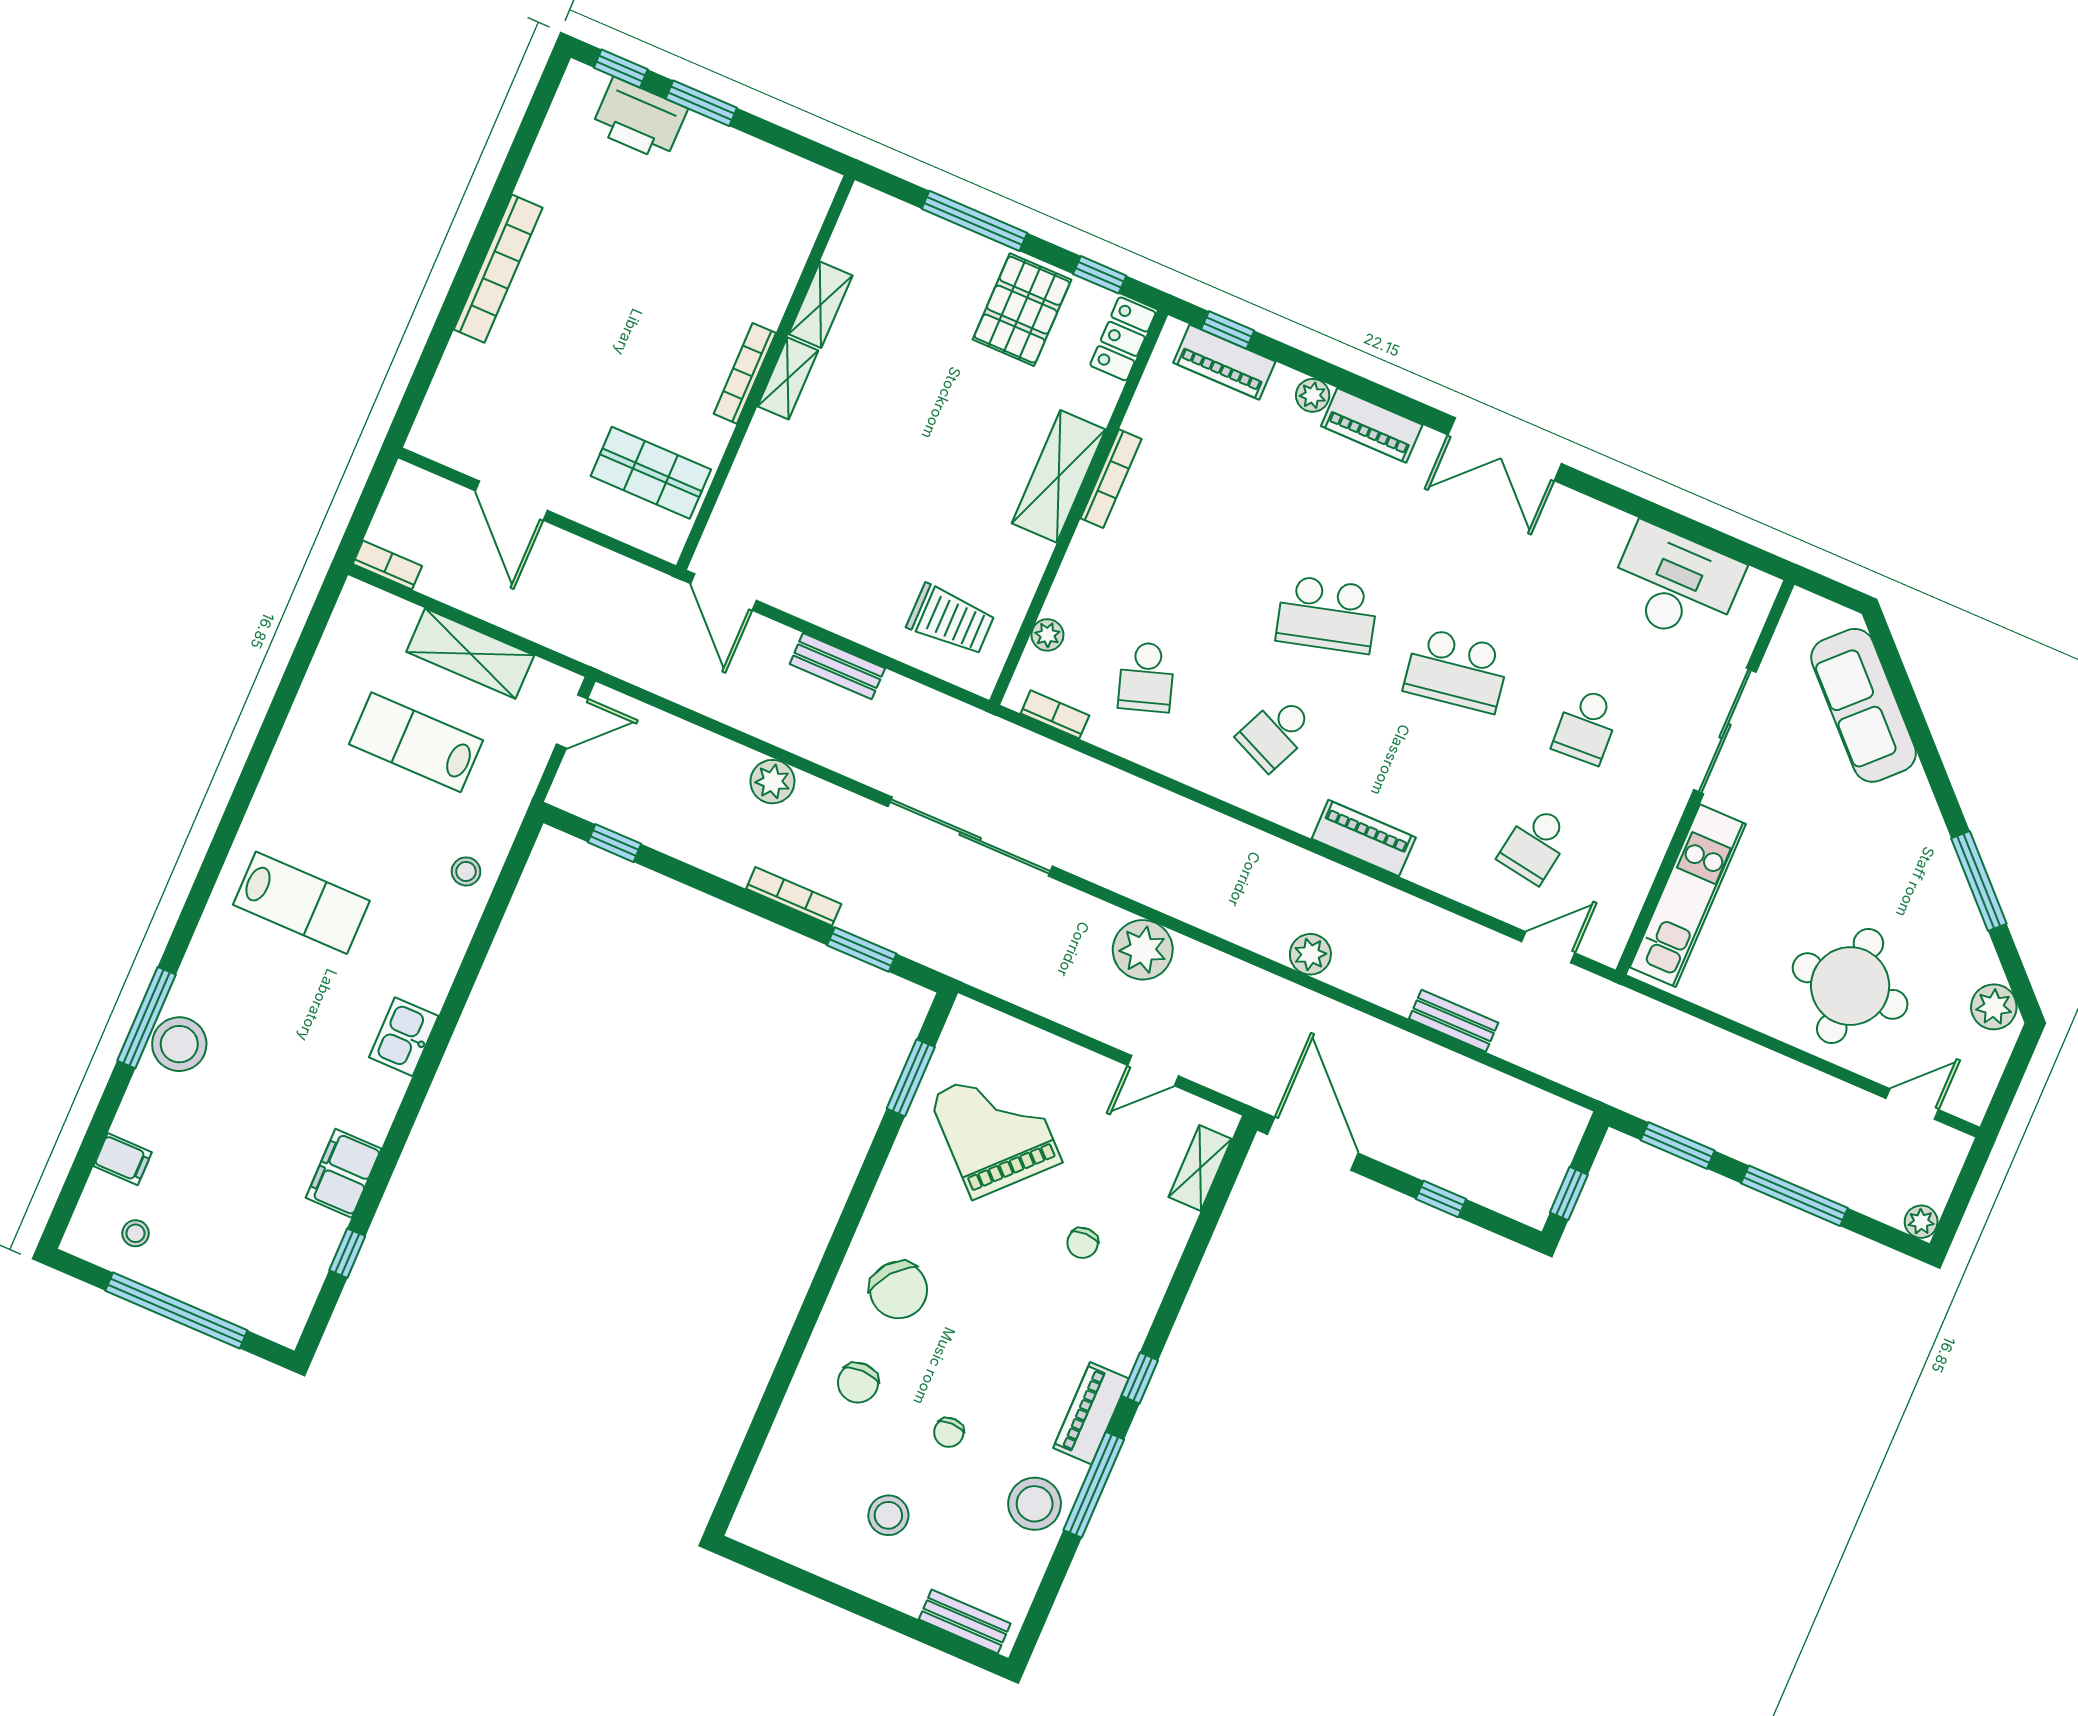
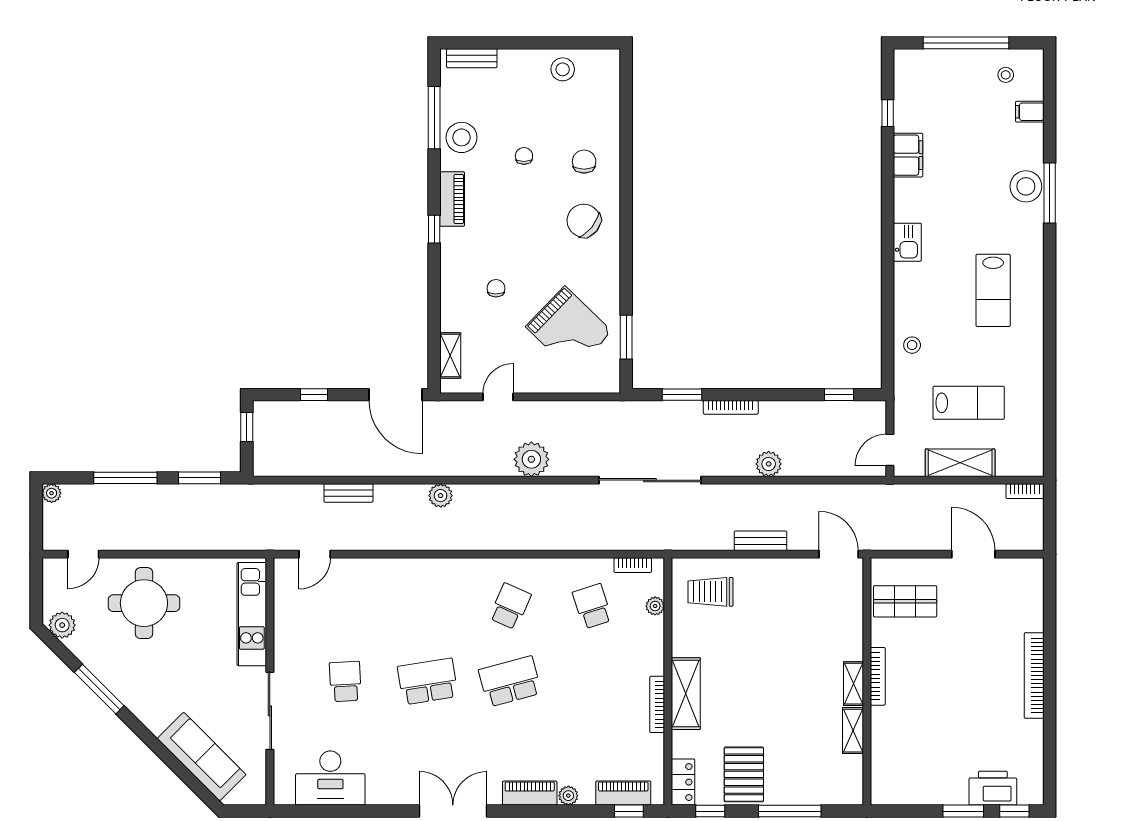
piano: (1364, 838) -> (439, 570), removed
school desk: (1535, 845) -> (345, 606), removed
lab bench: (301, 903) -> (993, 290), turned -90
window: (1094, 1485) -> (434, 118), moved
stool: (888, 1515) -> (563, 69), moved

